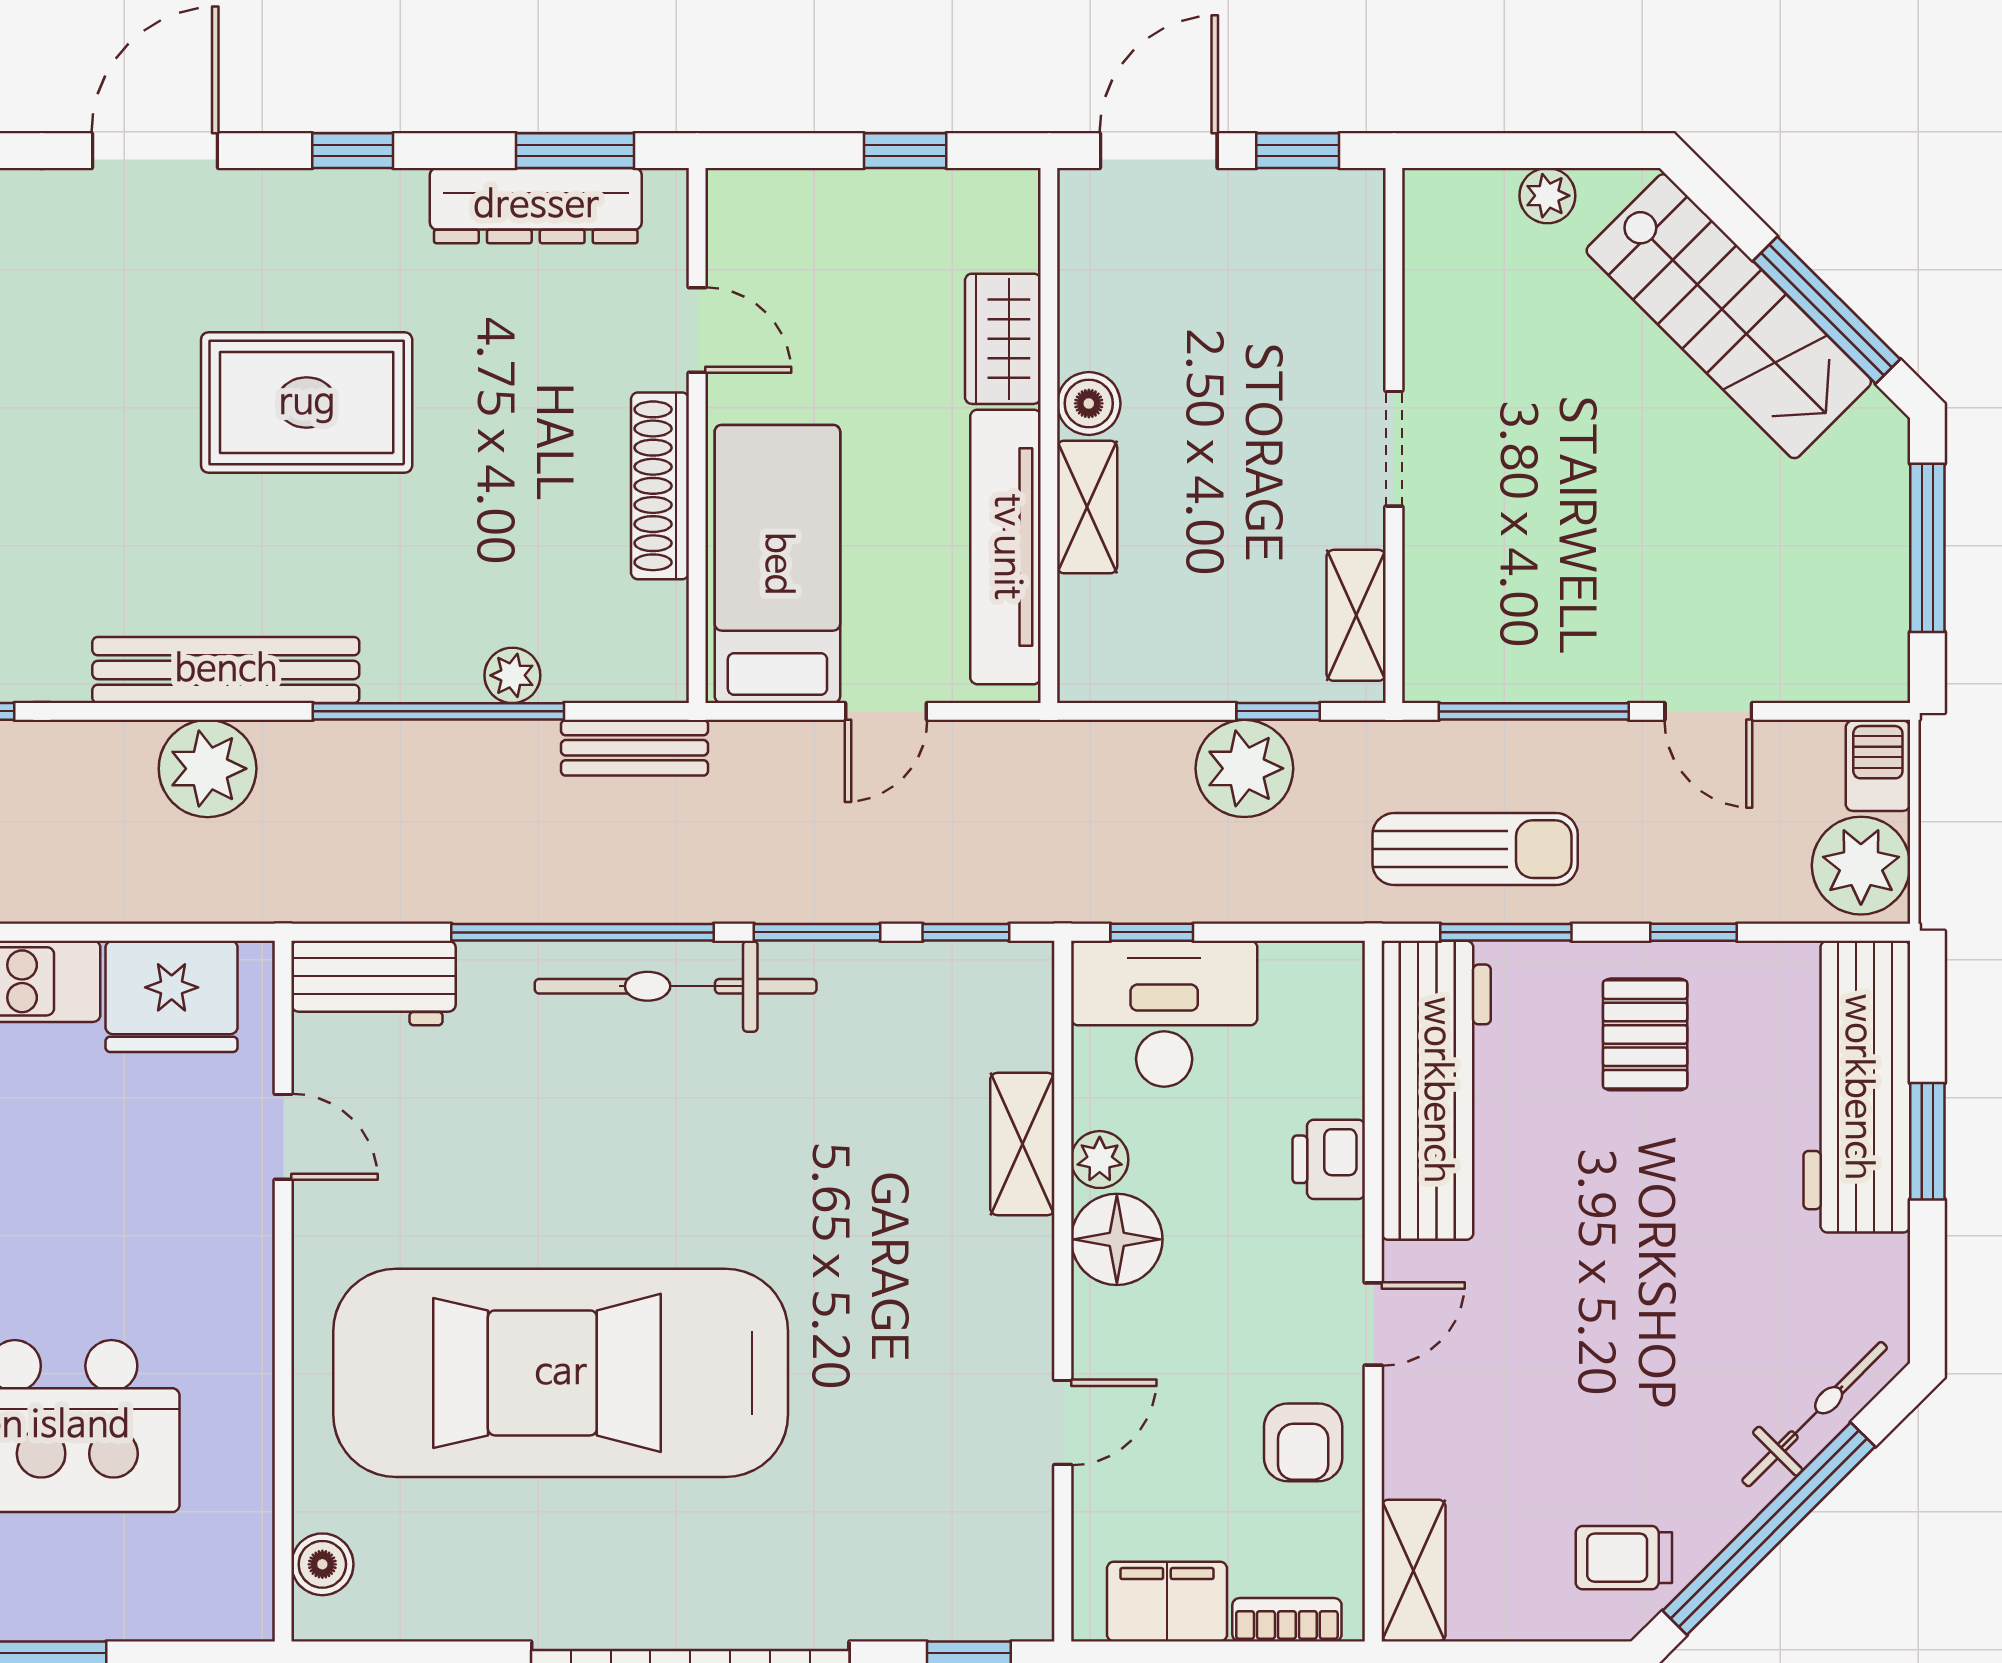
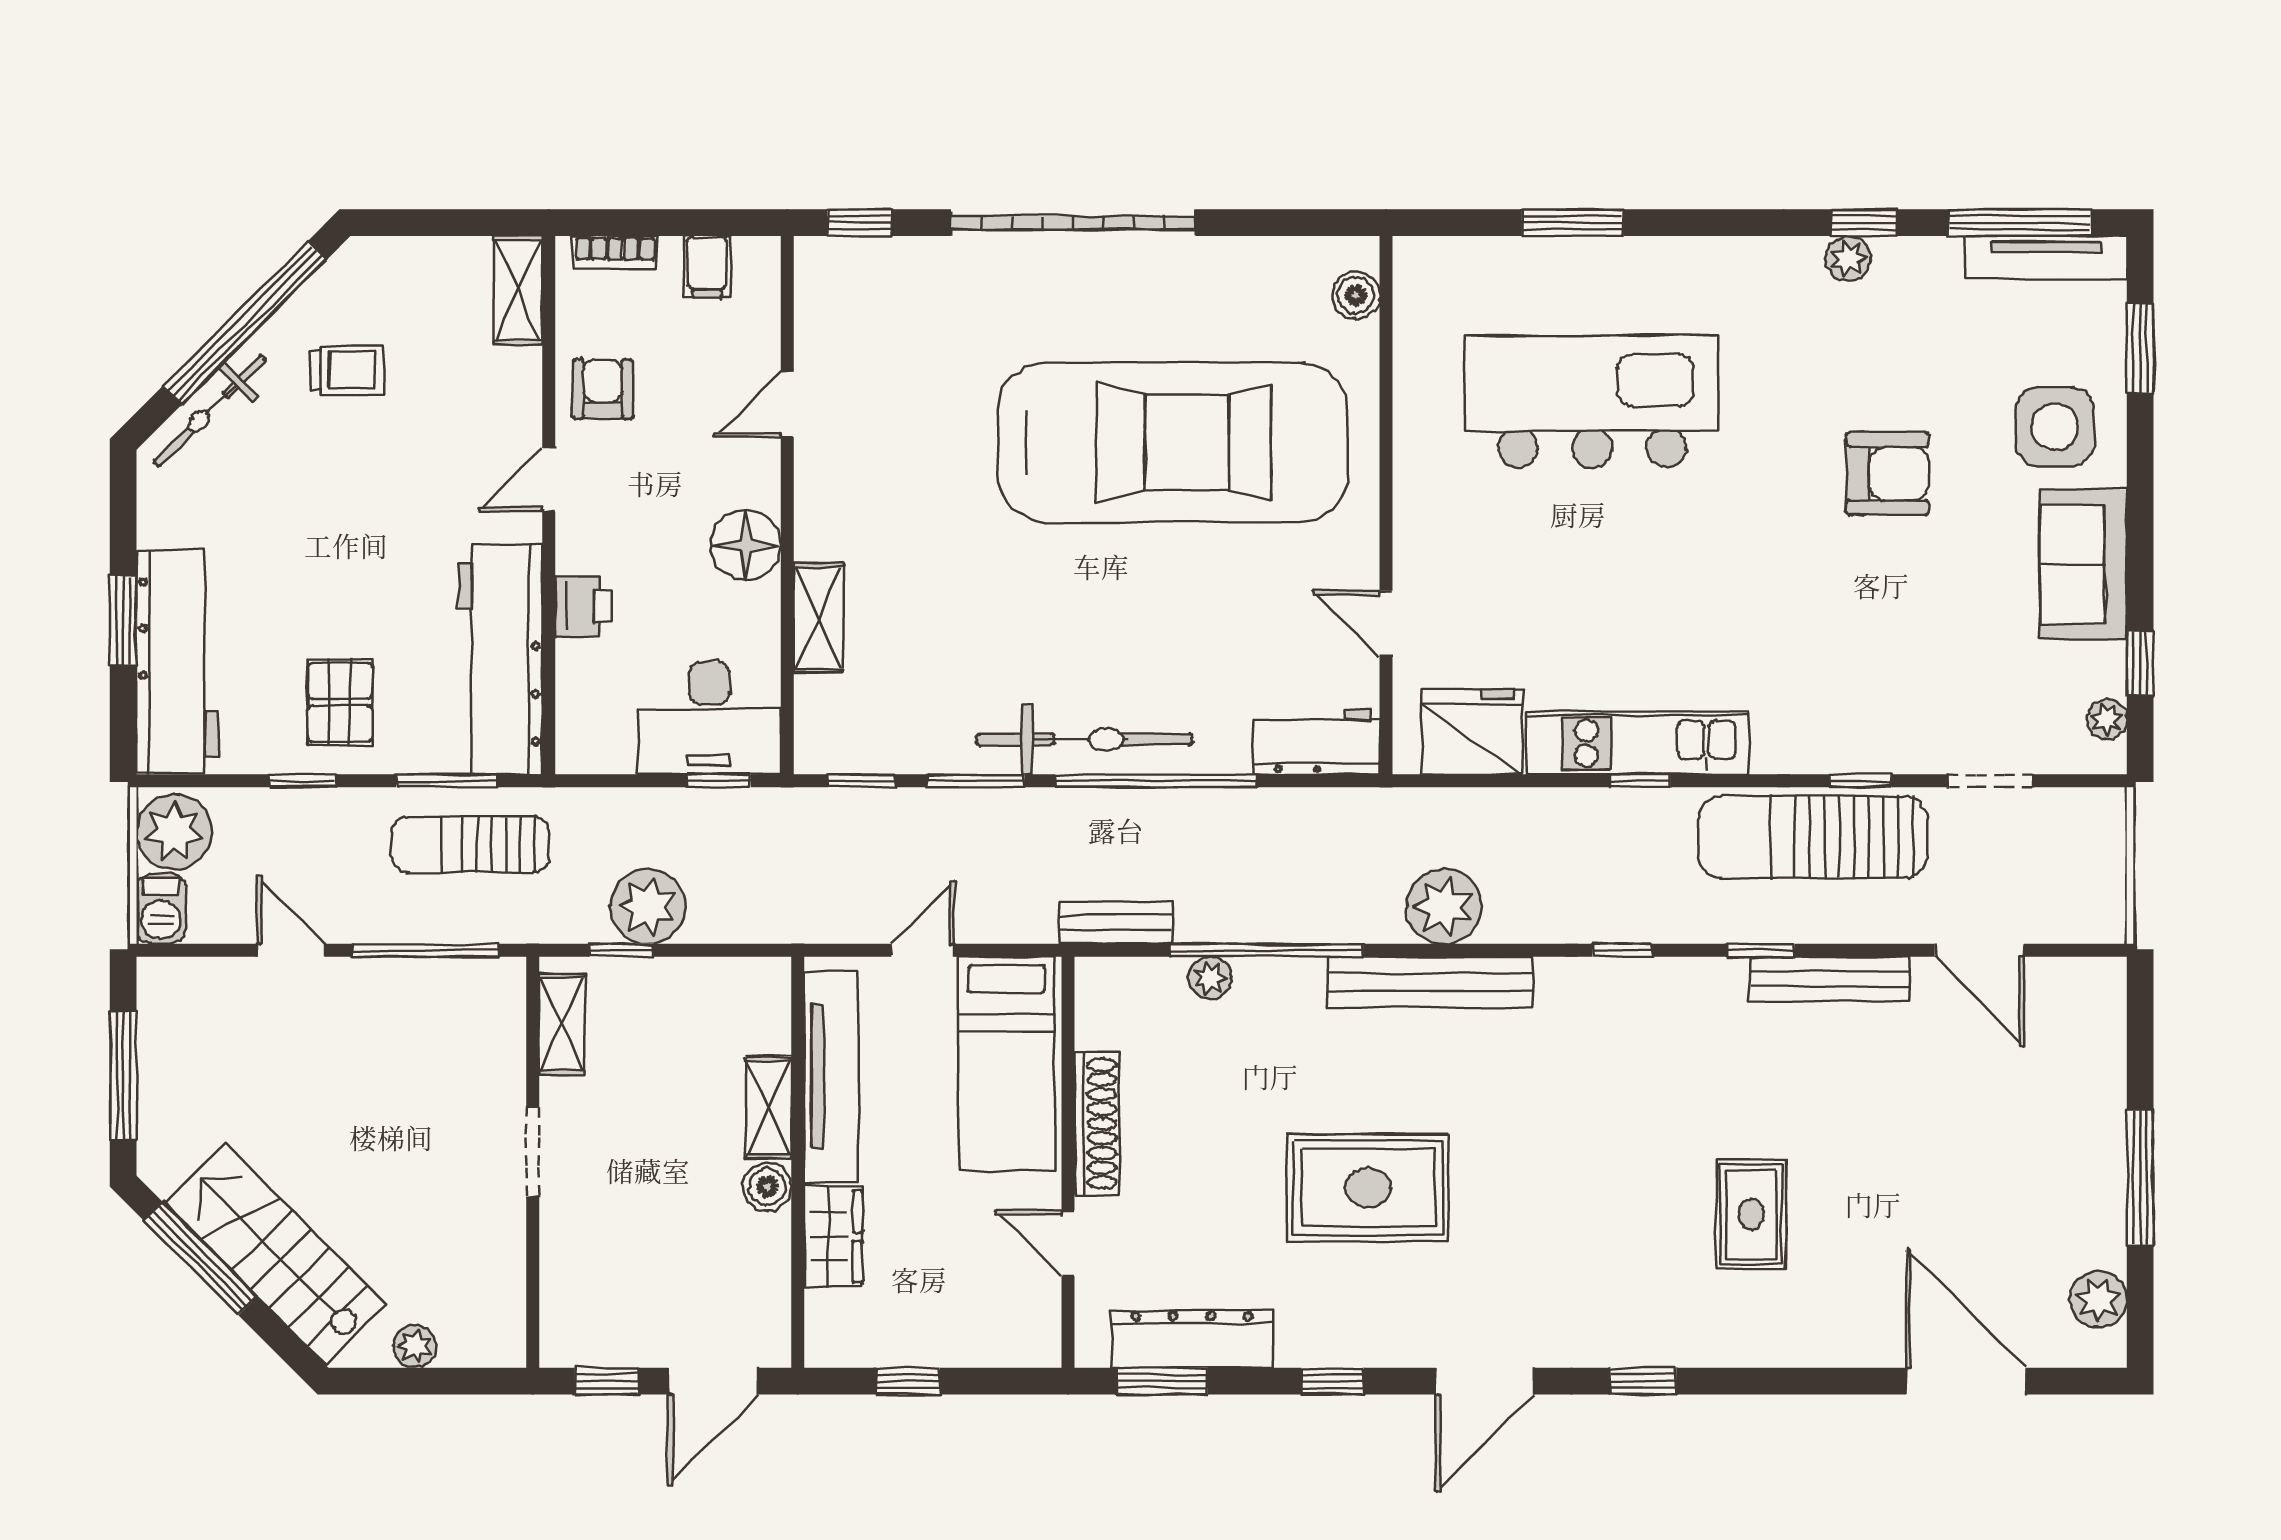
plant: (1100, 1160) -> (759, 606), removed
trolley: (1624, 1558) -> (347, 370), moved
filing cabinet: (1167, 1602) -> (707, 267), width x0.50

